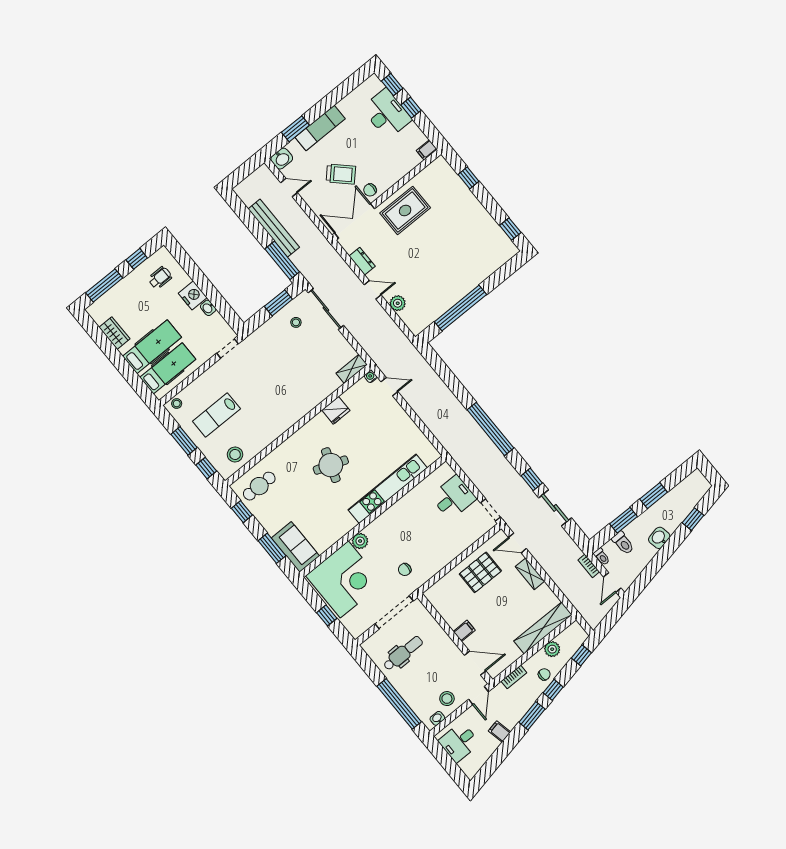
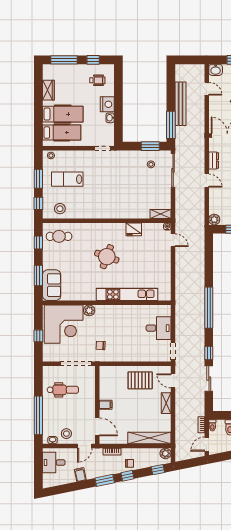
plant: (398, 303) -> (214, 220), moved
plant: (552, 649) -> (165, 453), moved

